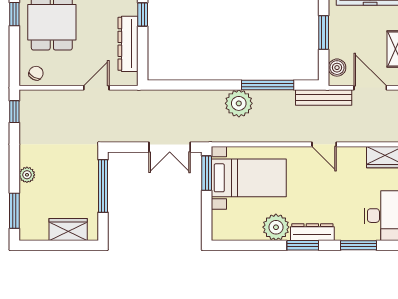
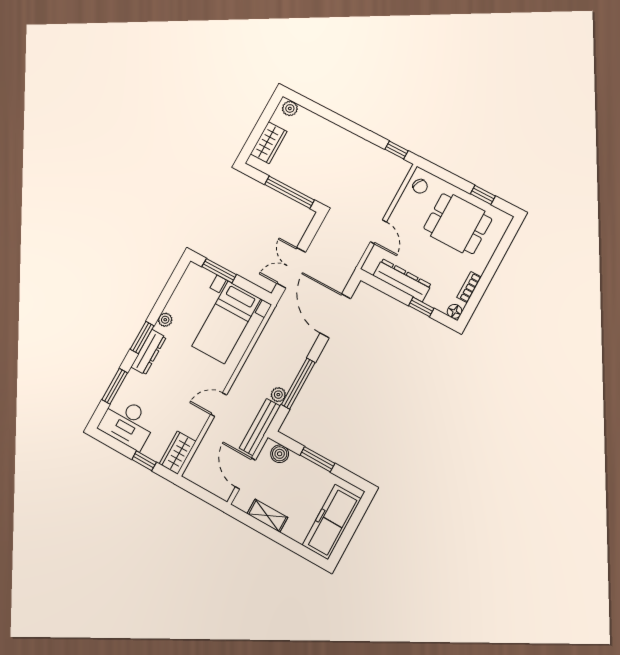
door: (191, 85) -> (335, 316), added
door: (370, 88) -> (245, 474), swing flipped
plant: (239, 103) -> (278, 395), moved, width x0.53, depth x0.53
window: (207, 173) -> (219, 271), moved
plant: (27, 175) -> (290, 108), moved
window: (14, 211) -> (310, 105), removed
plant: (276, 227) -> (165, 320), width x0.53, depth x0.53

